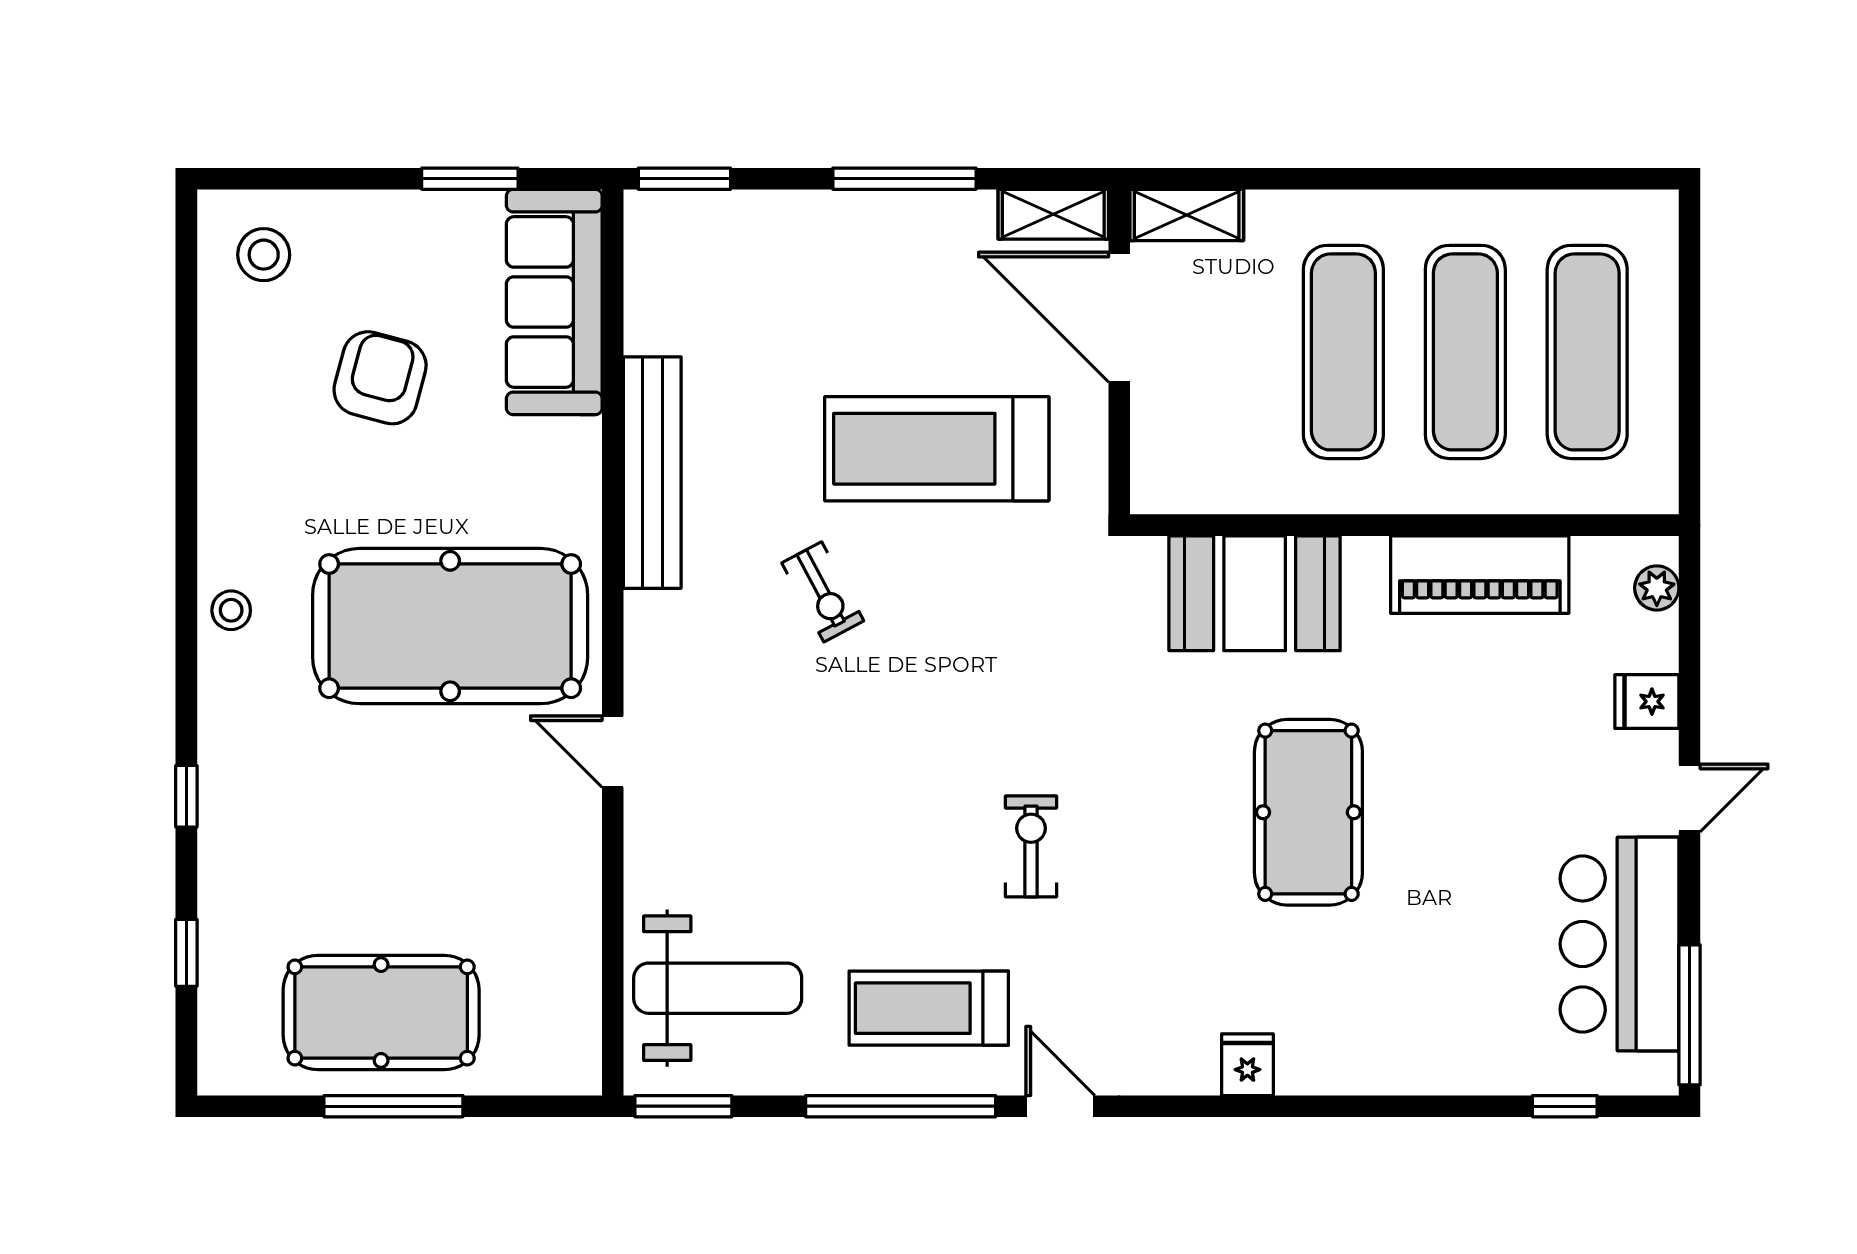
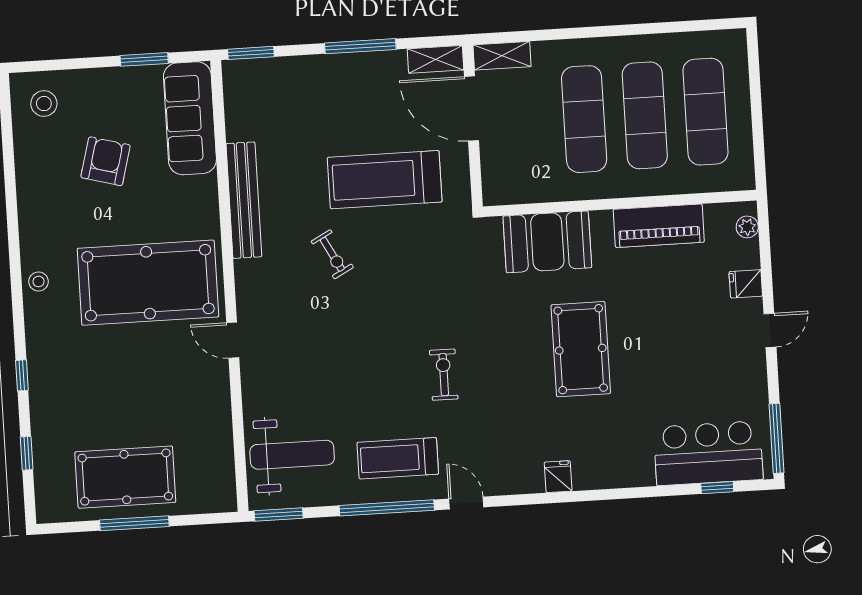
bar counter: (1620, 944) -> (708, 453), moved, turned 90

